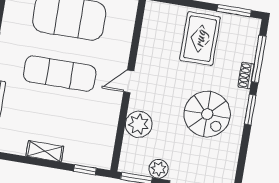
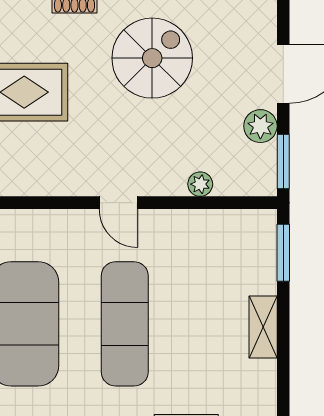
plant: (139, 124) -> (200, 184), width x0.53, depth x0.53
window: (85, 170) -> (283, 253), width x1.50

